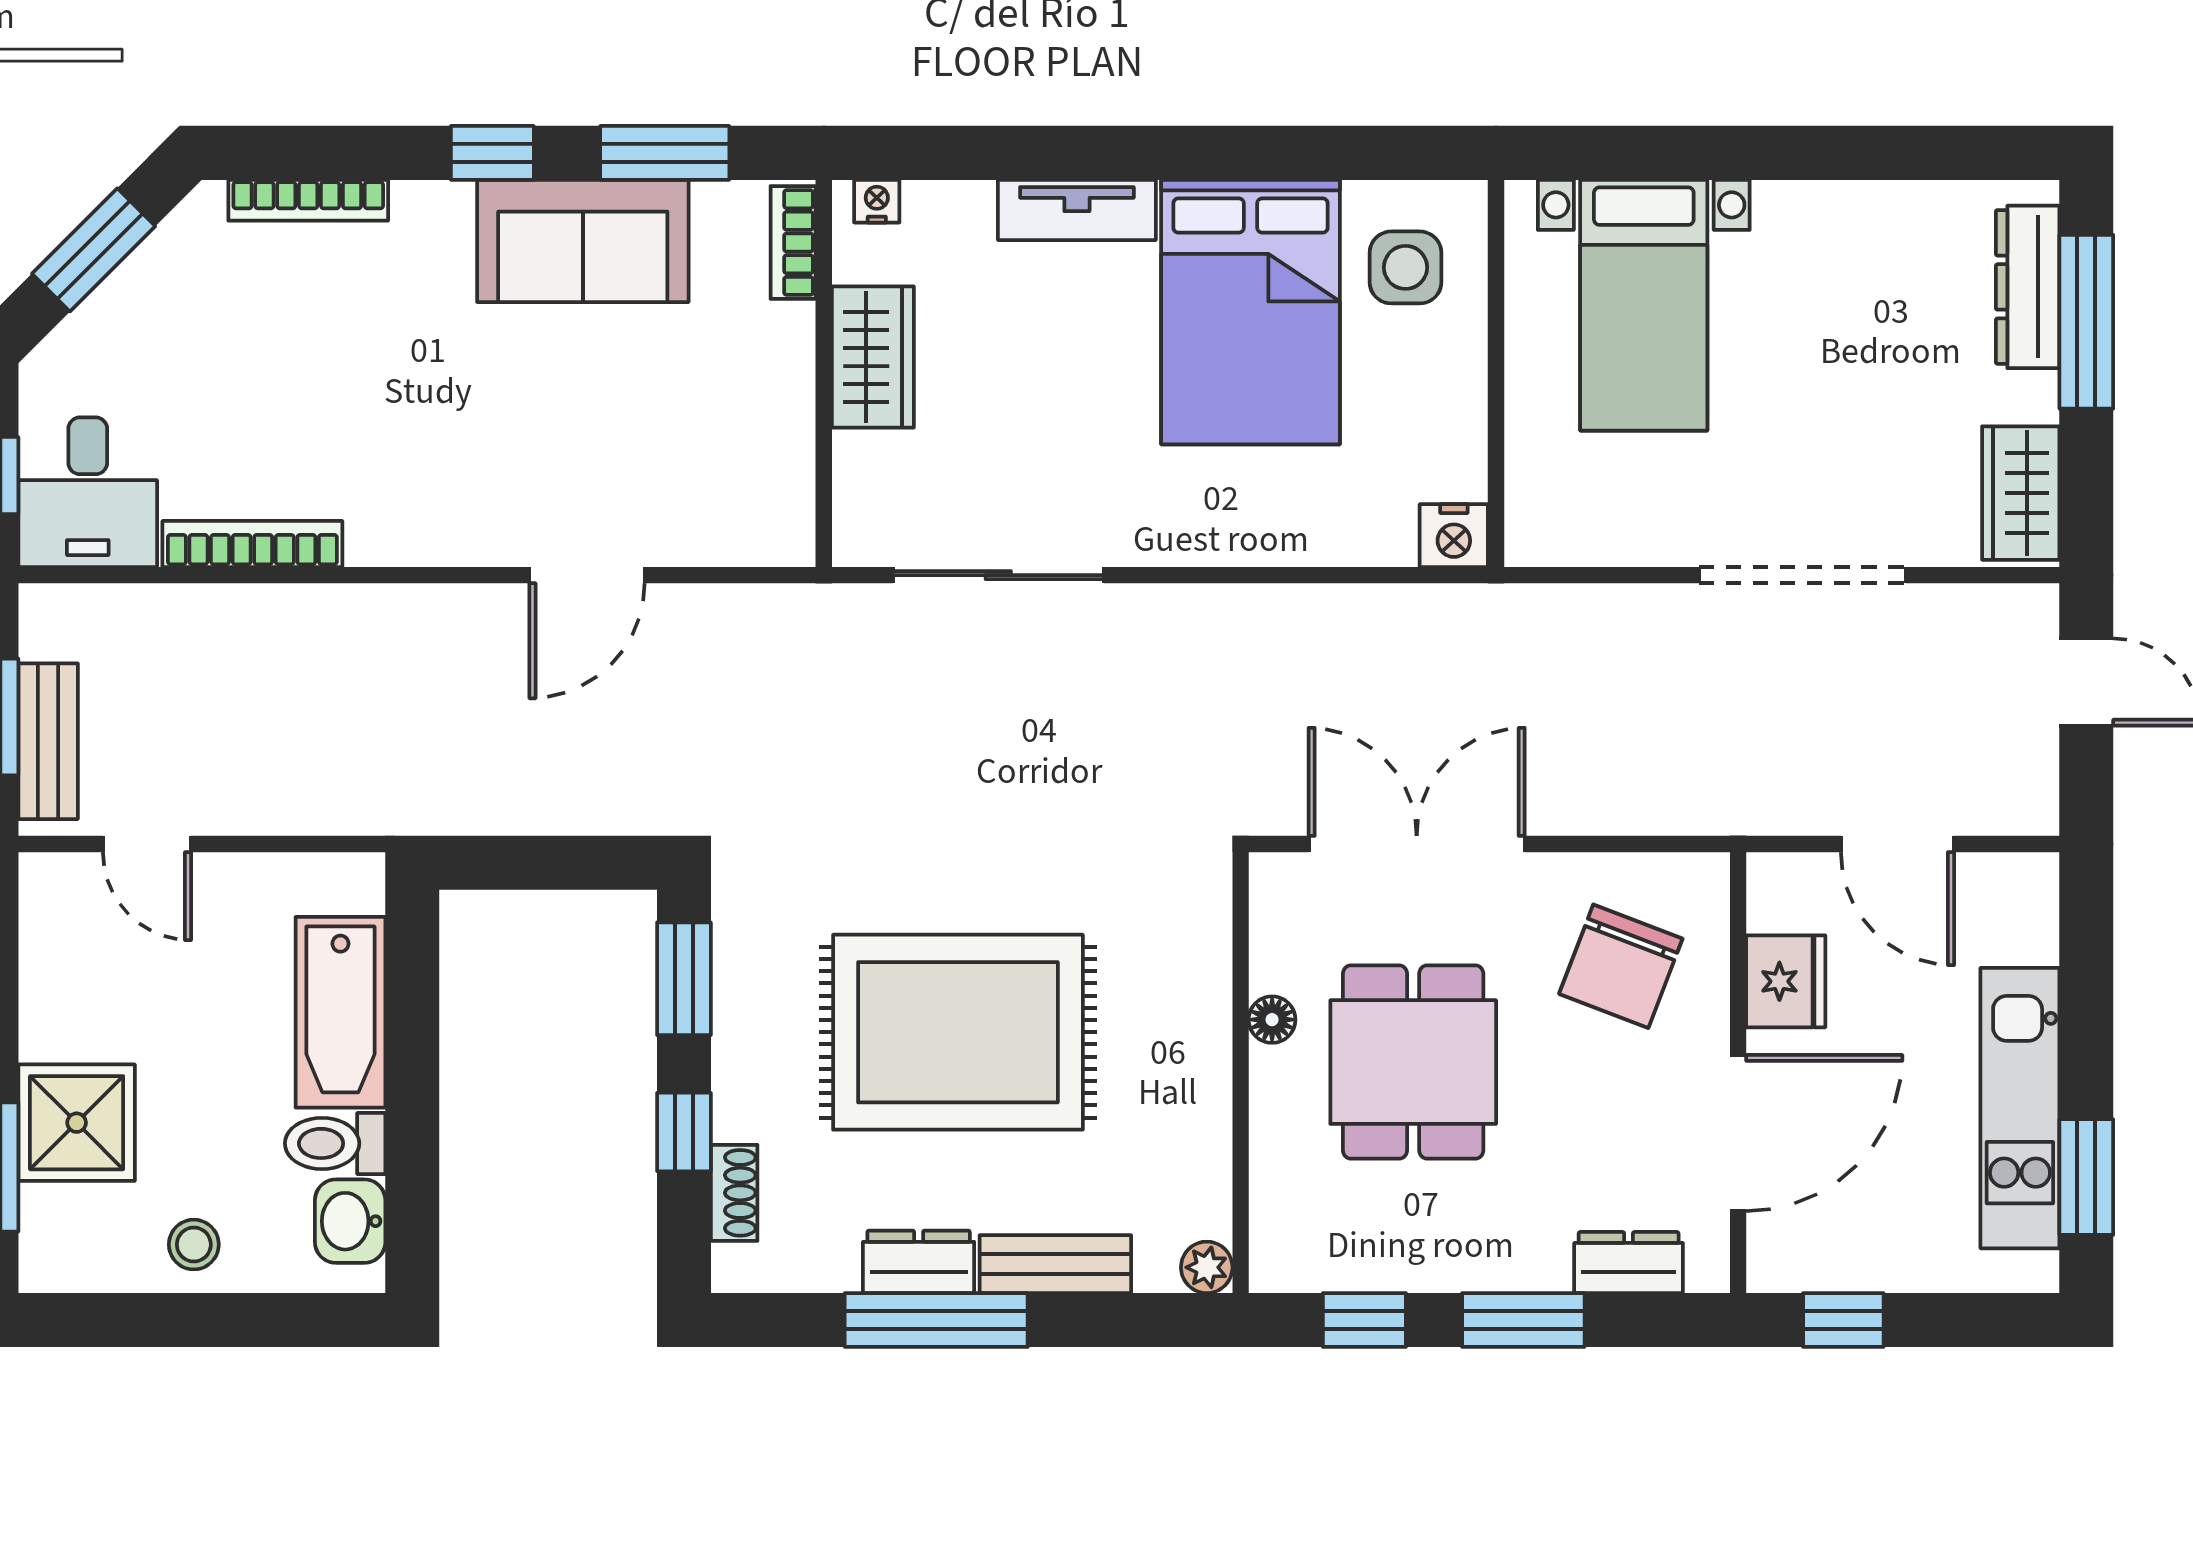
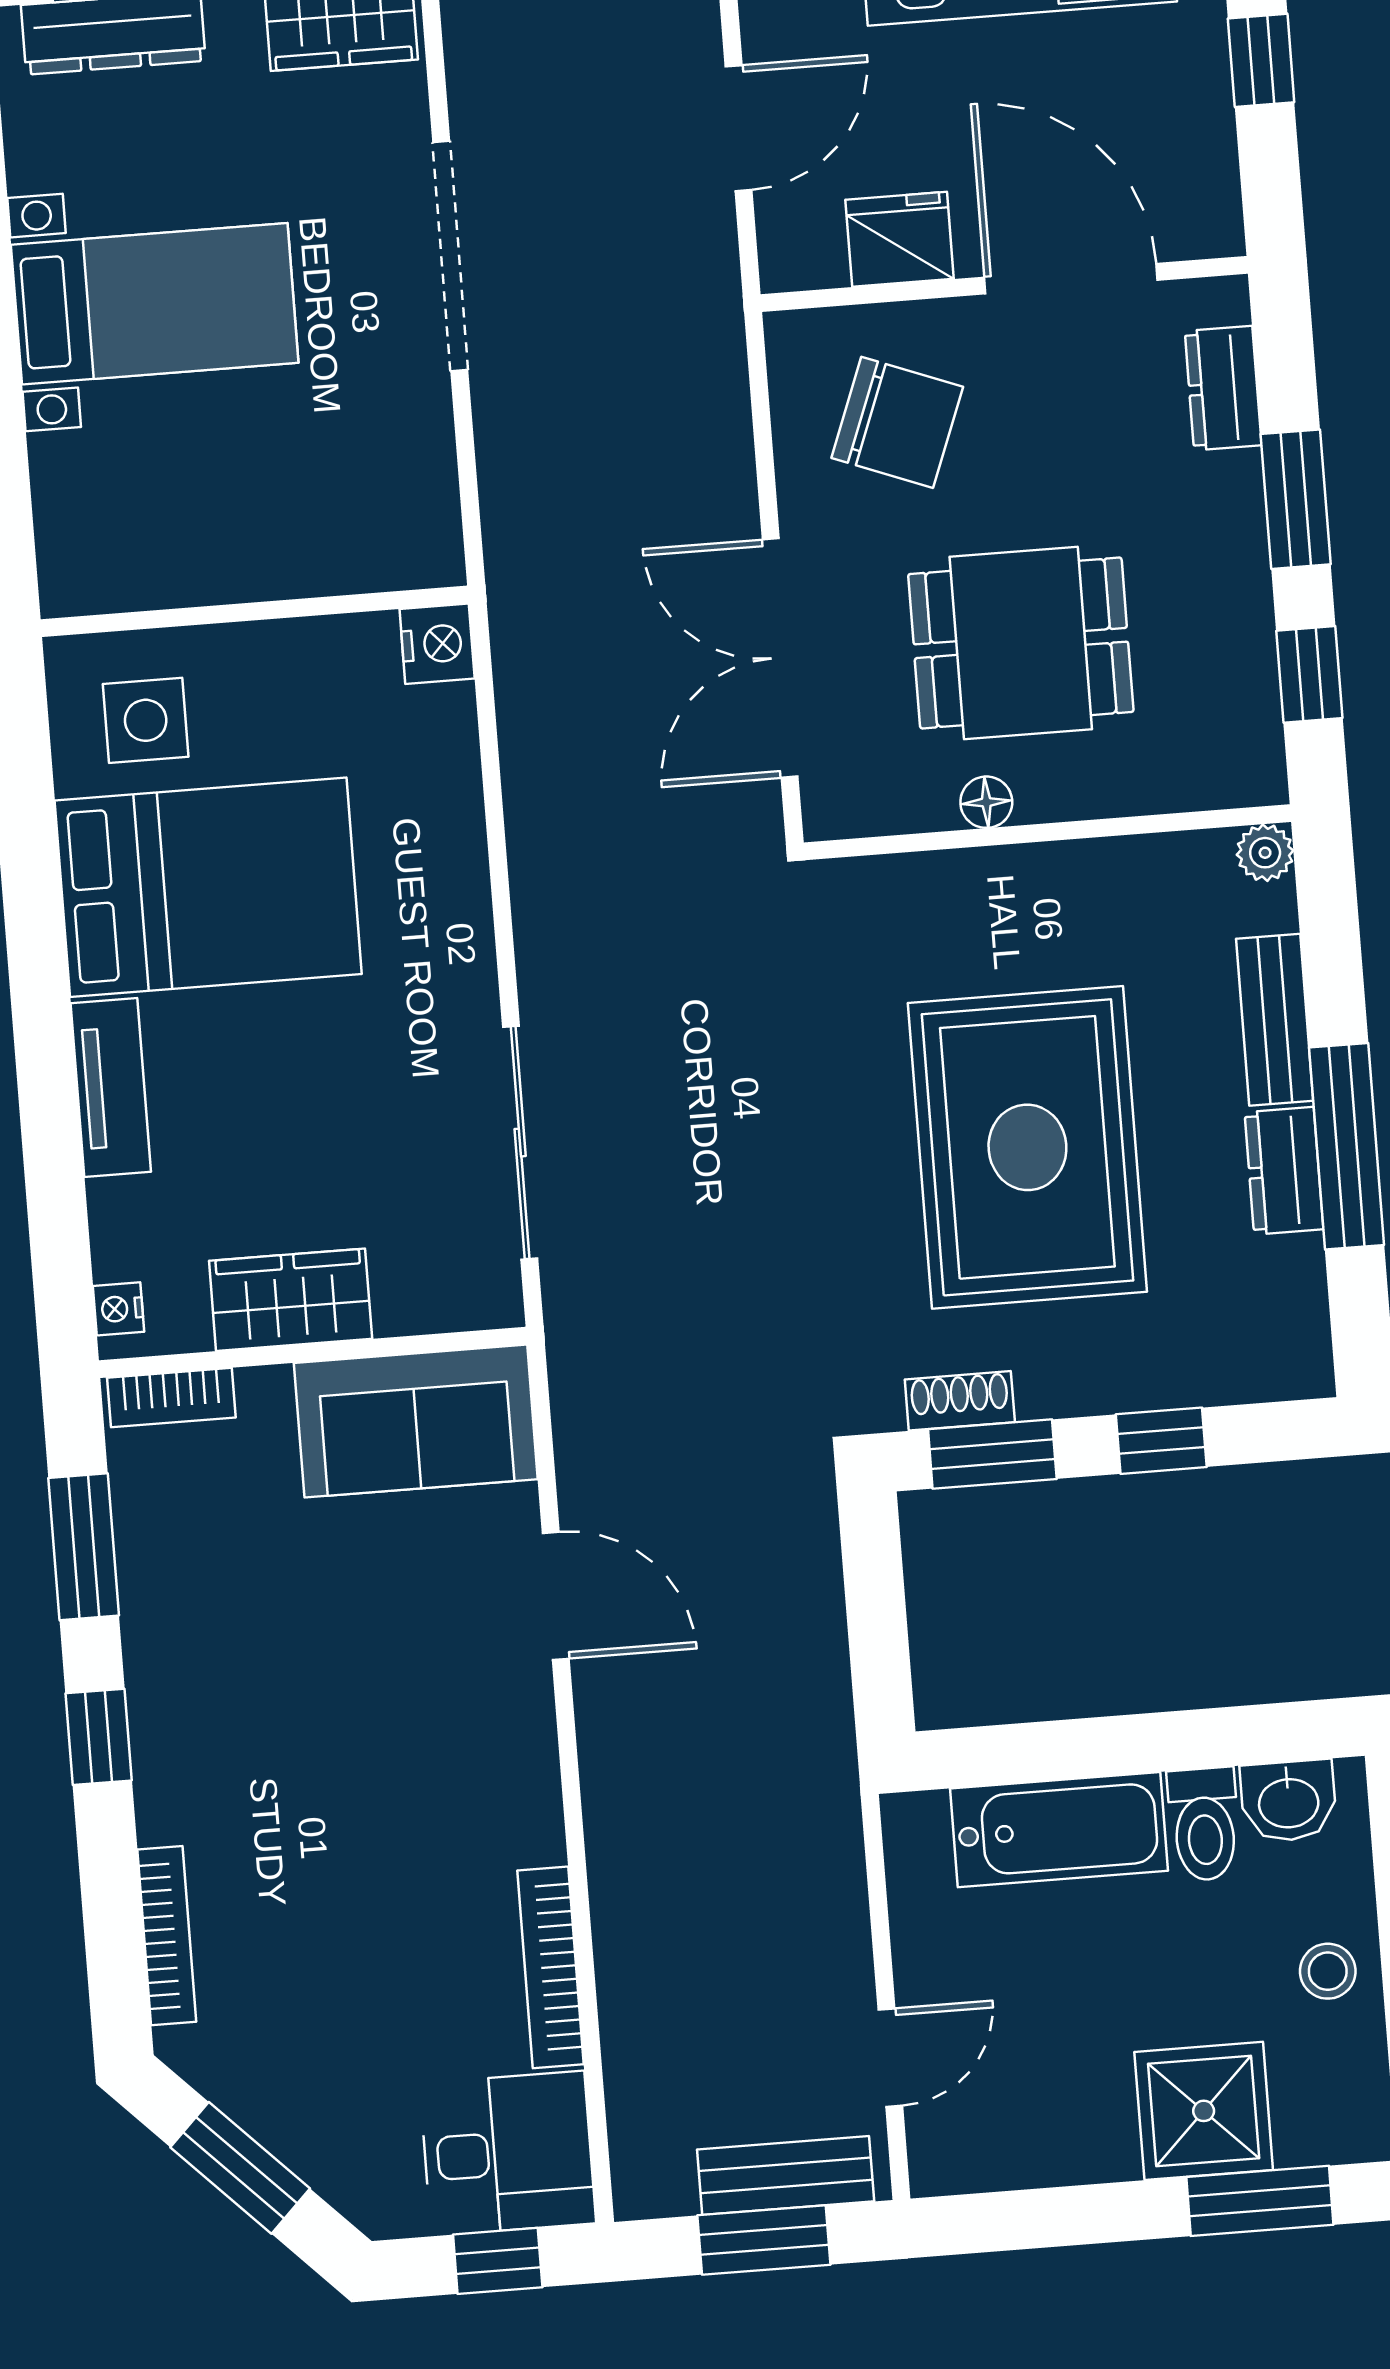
sofa: (583, 241) -> (416, 1421), moved, turned 90
bed with nightstands: (1644, 305) -> (155, 304), moved
shoe rack: (734, 1193) -> (960, 1401), moved
window: (1843, 1320) -> (1261, 60), moved

